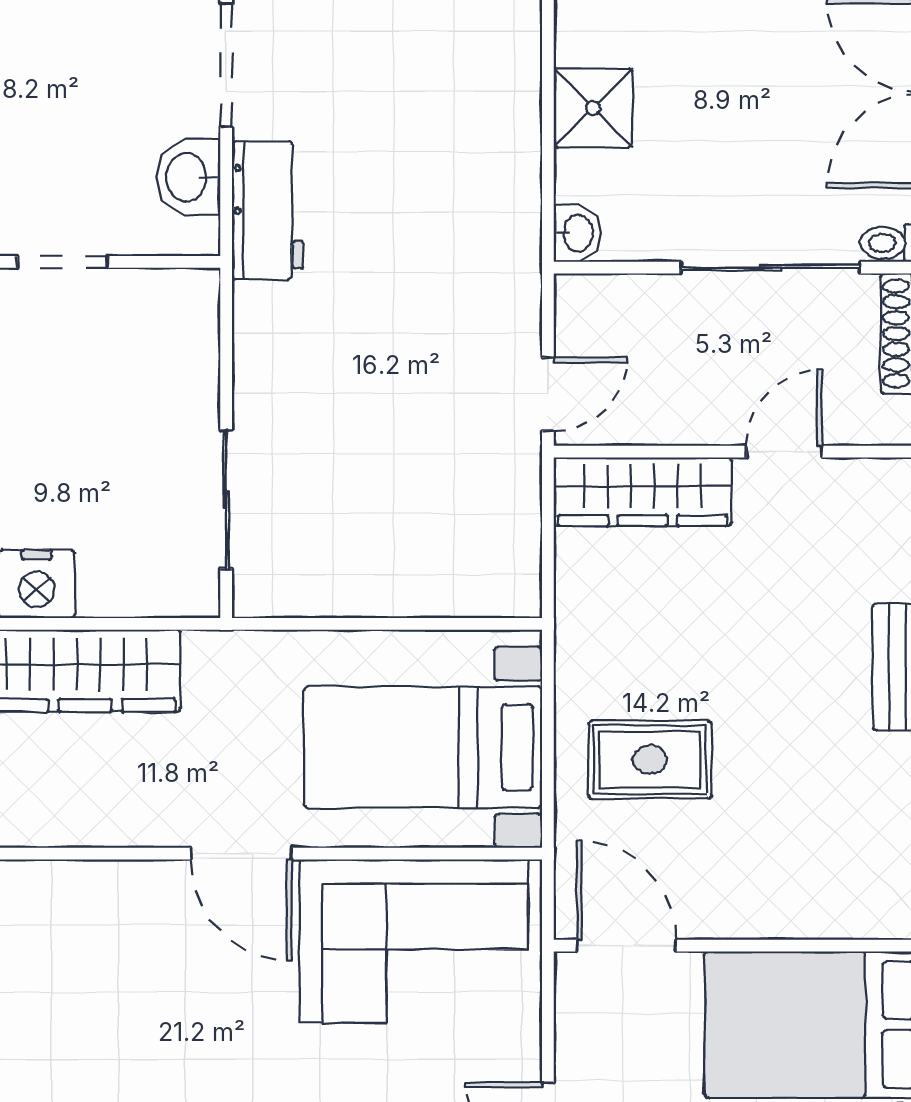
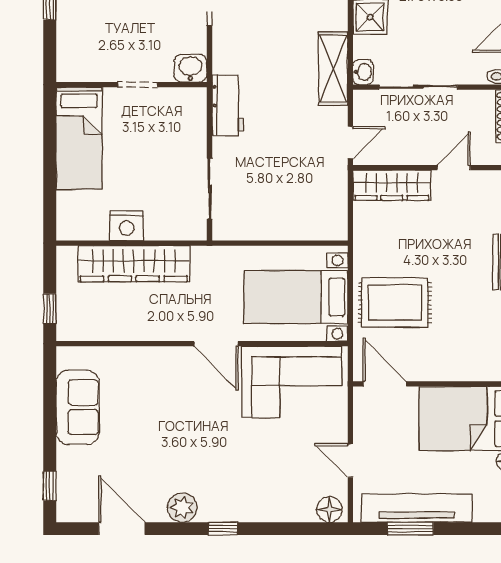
washbasin: (188, 177) -> (190, 68), moved, turned 90
workbench: (268, 210) -> (228, 105), moved
shelving: (509, 225) -> (333, 68), added
sliding door: (770, 268) -> (418, 87), moved
rug: (650, 760) -> (395, 303), width x1.36, depth x1.43

